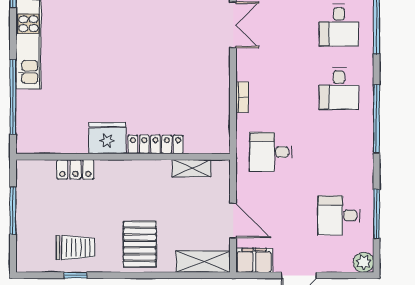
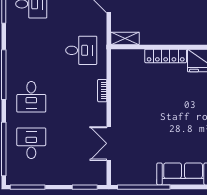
desk: (339, 89) -> (31, 97), turned 180
shelving: (192, 168) -> (125, 38), moved

